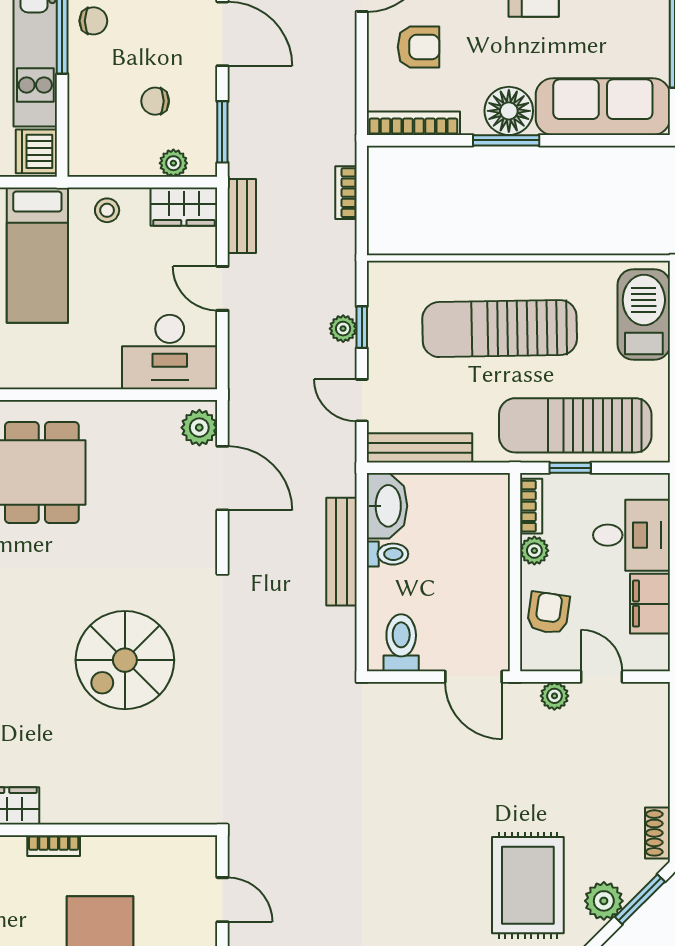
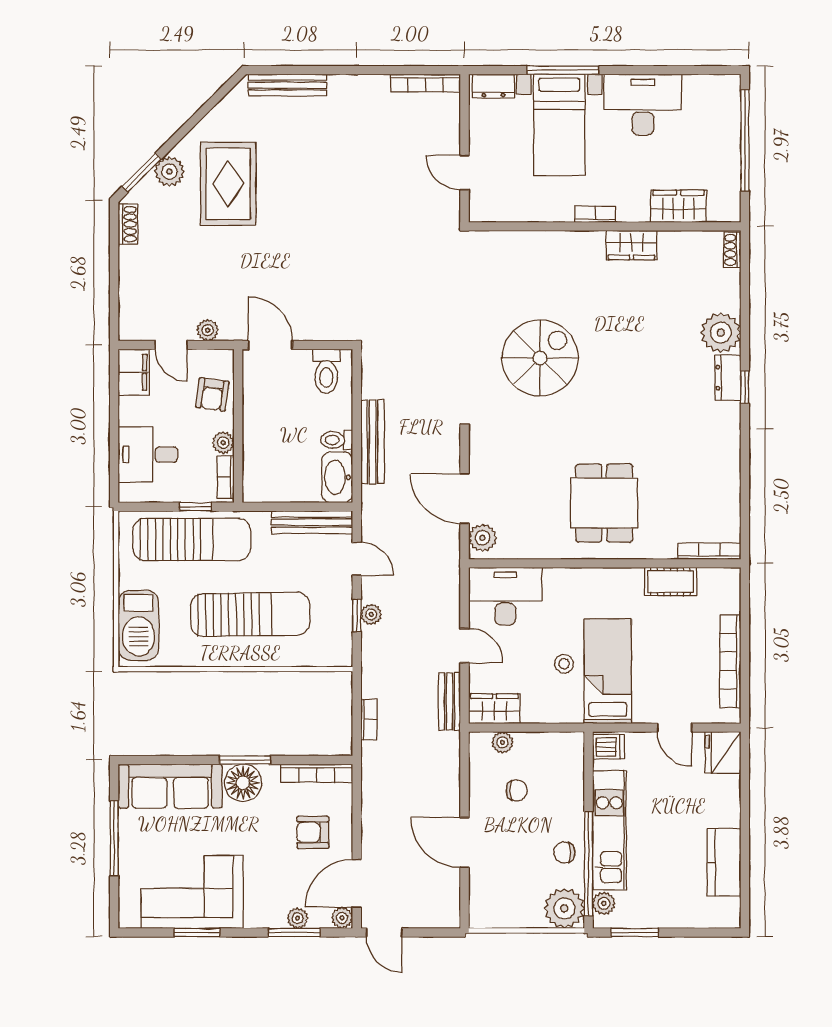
window: (222, 132) -> (465, 767), removed
dishwasher: (36, 151) -> (608, 747), width x0.73
stool: (107, 210) -> (564, 664), moved
filing cabinet: (650, 604) -> (134, 372), moved

